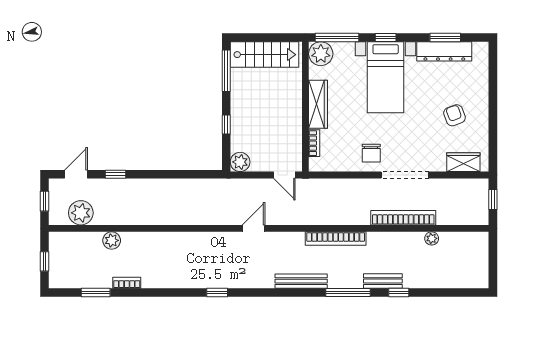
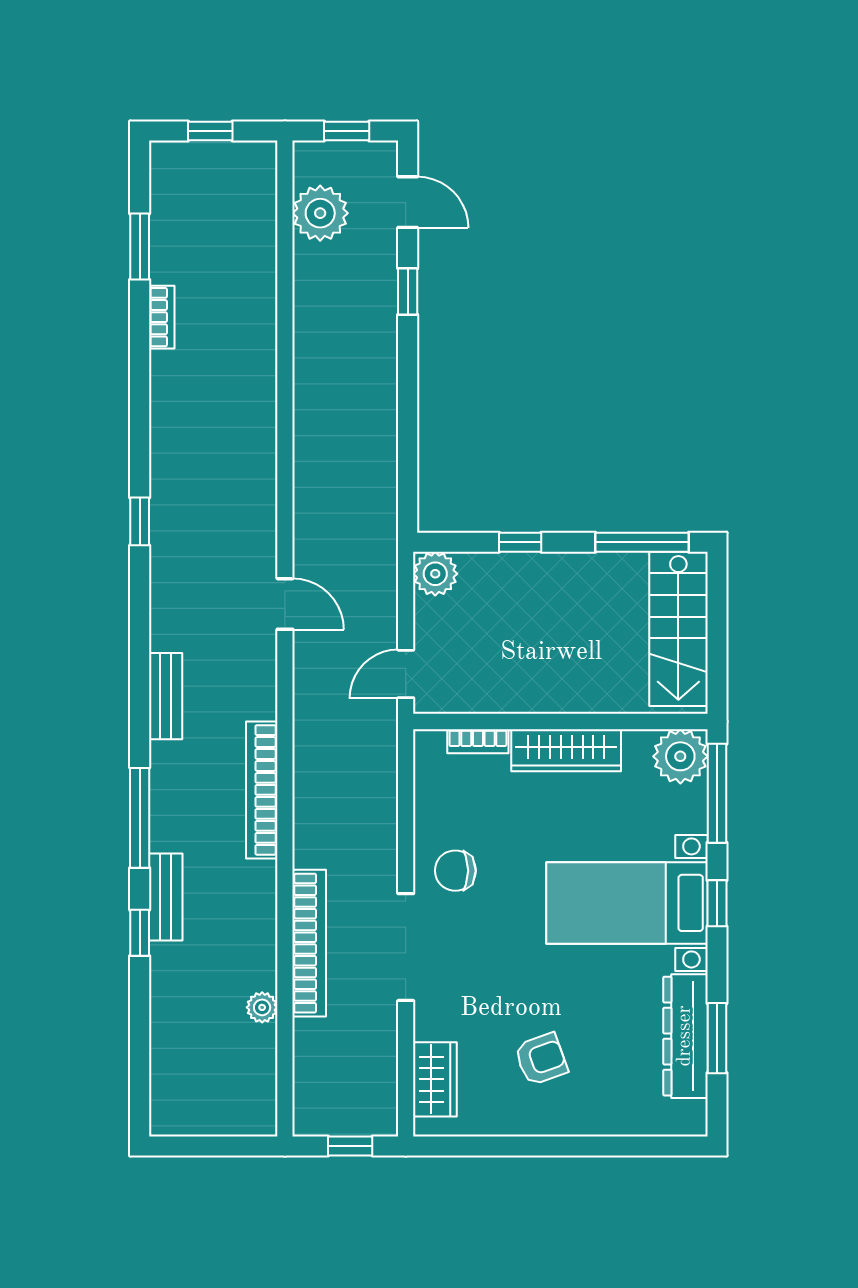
plant: (112, 240) -> (257, 283), removed
bench: (301, 281) -> (166, 696), width x0.73

